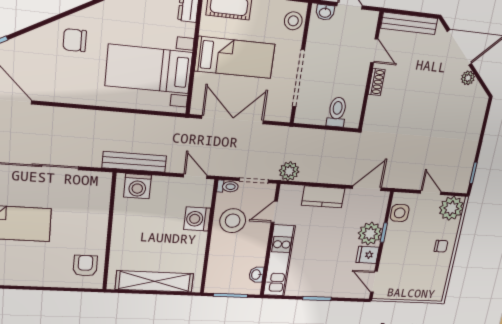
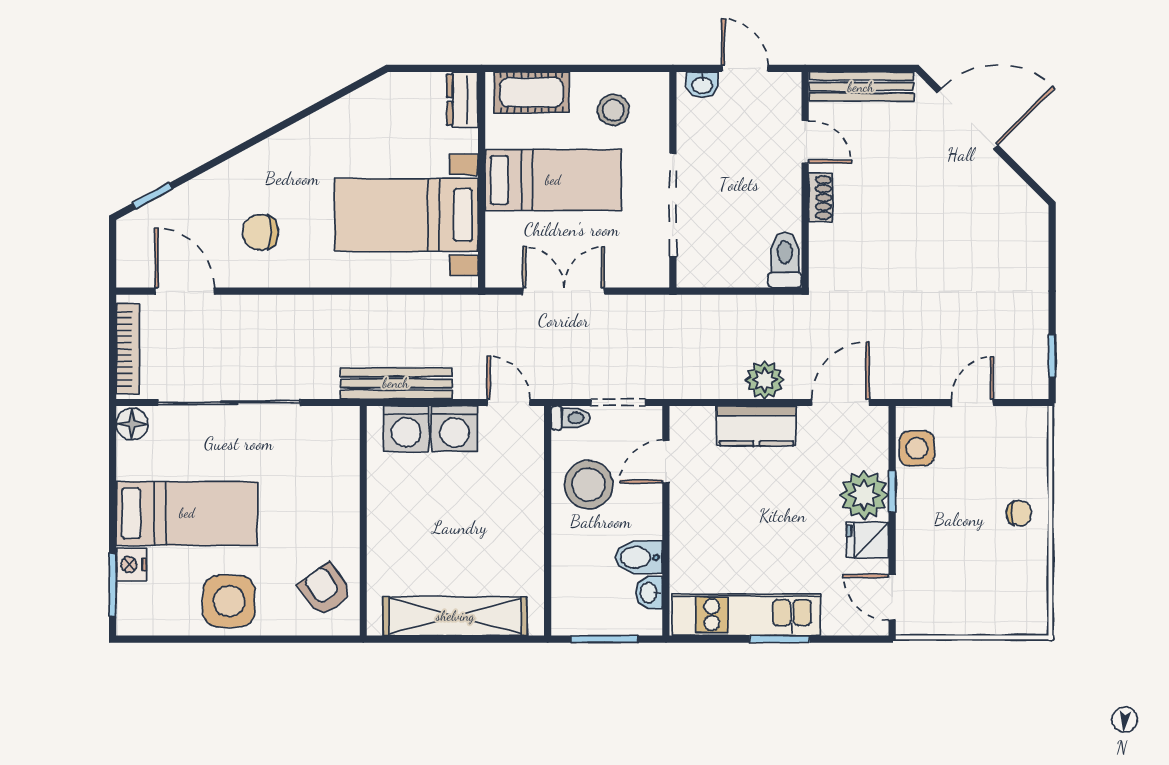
stool: (293, 21) -> (613, 110), moved
chair: (75, 40) -> (260, 232), moved
plant: (468, 78) -> (997, 173), removed
toilet: (337, 112) -> (785, 260), moved
double door: (233, 120) -> (564, 291), width x0.73
plant: (289, 171) -> (765, 380), moved
door: (431, 193) -> (972, 402), hinge flipped
plant: (451, 208) -> (1023, 432), removed
washing machine: (197, 219) -> (454, 429), moved, turned -90
bidet: (253, 258) -> (639, 557), added
kitchen unit: (279, 261) -> (746, 615), moved, turned -90
armchair: (85, 266) -> (325, 590), turned -35
side table: (31, 269) -> (229, 601), added

